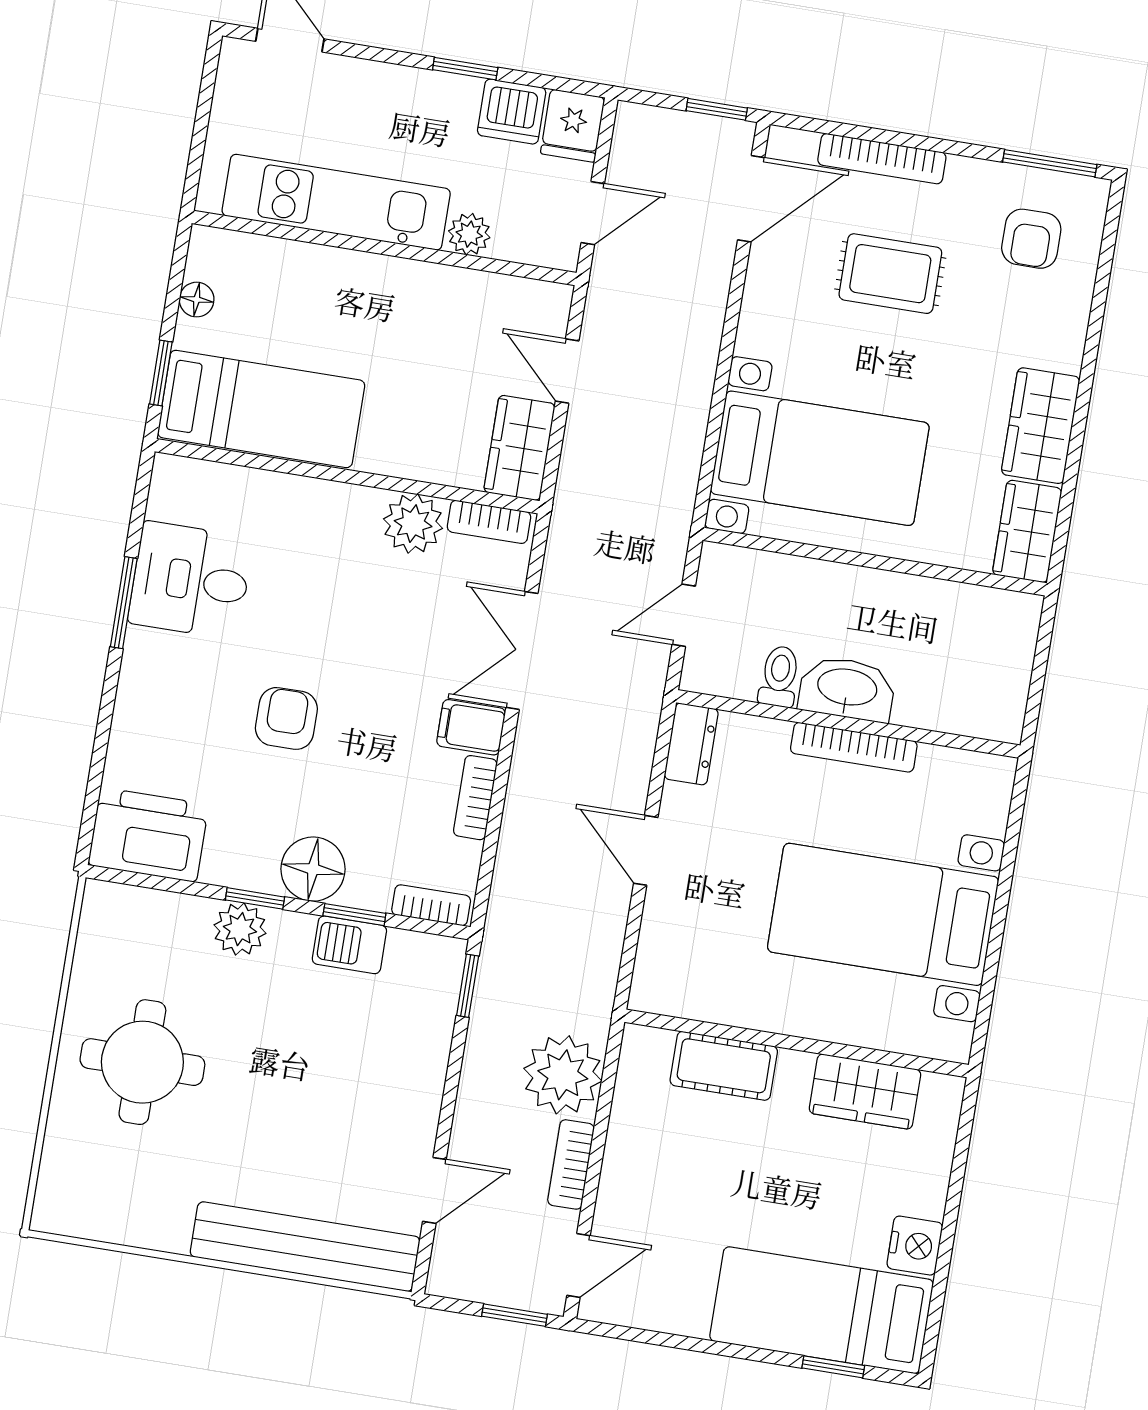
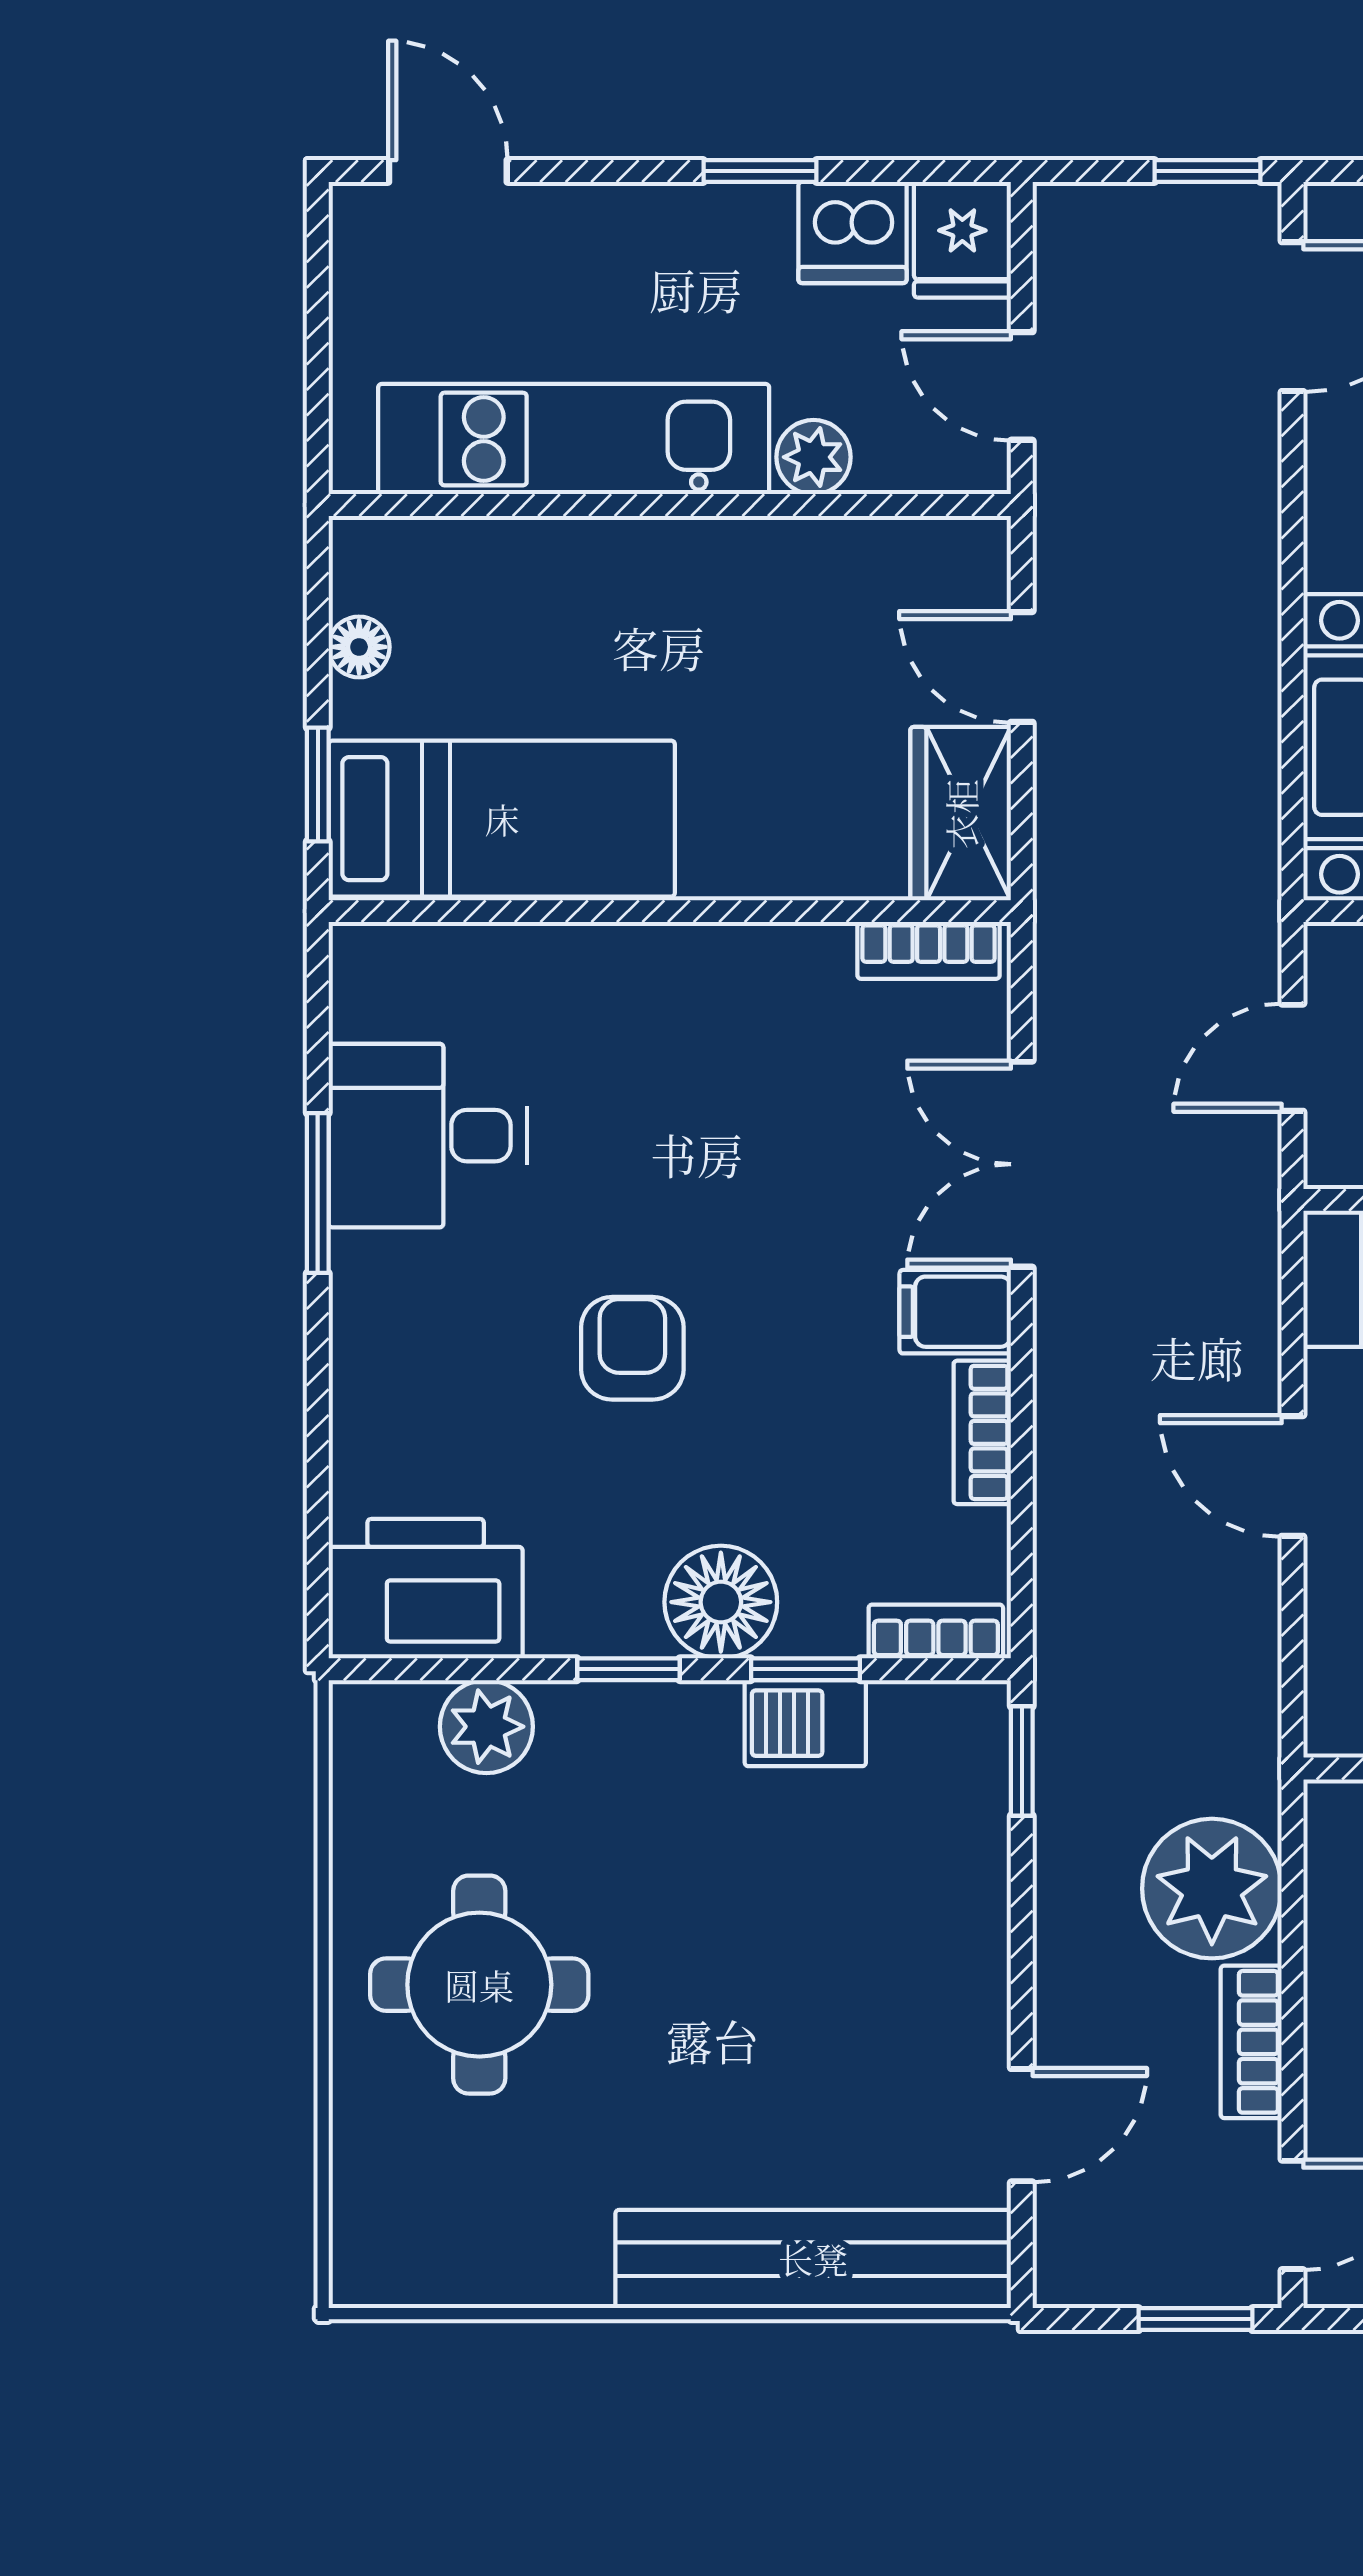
door: (593, 213) -> (1022, 386), swing flipped
plant: (413, 524) -> (797, 975), removed
plant: (240, 929) -> (486, 1727), moved

